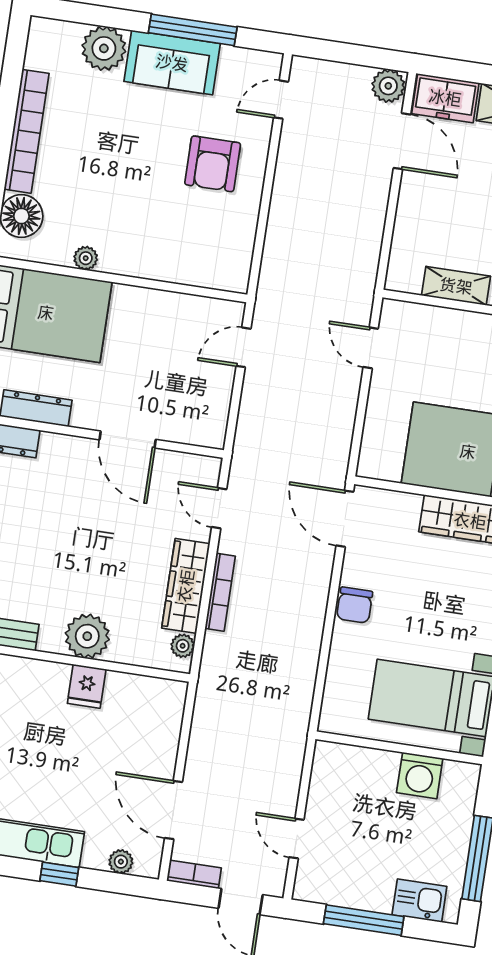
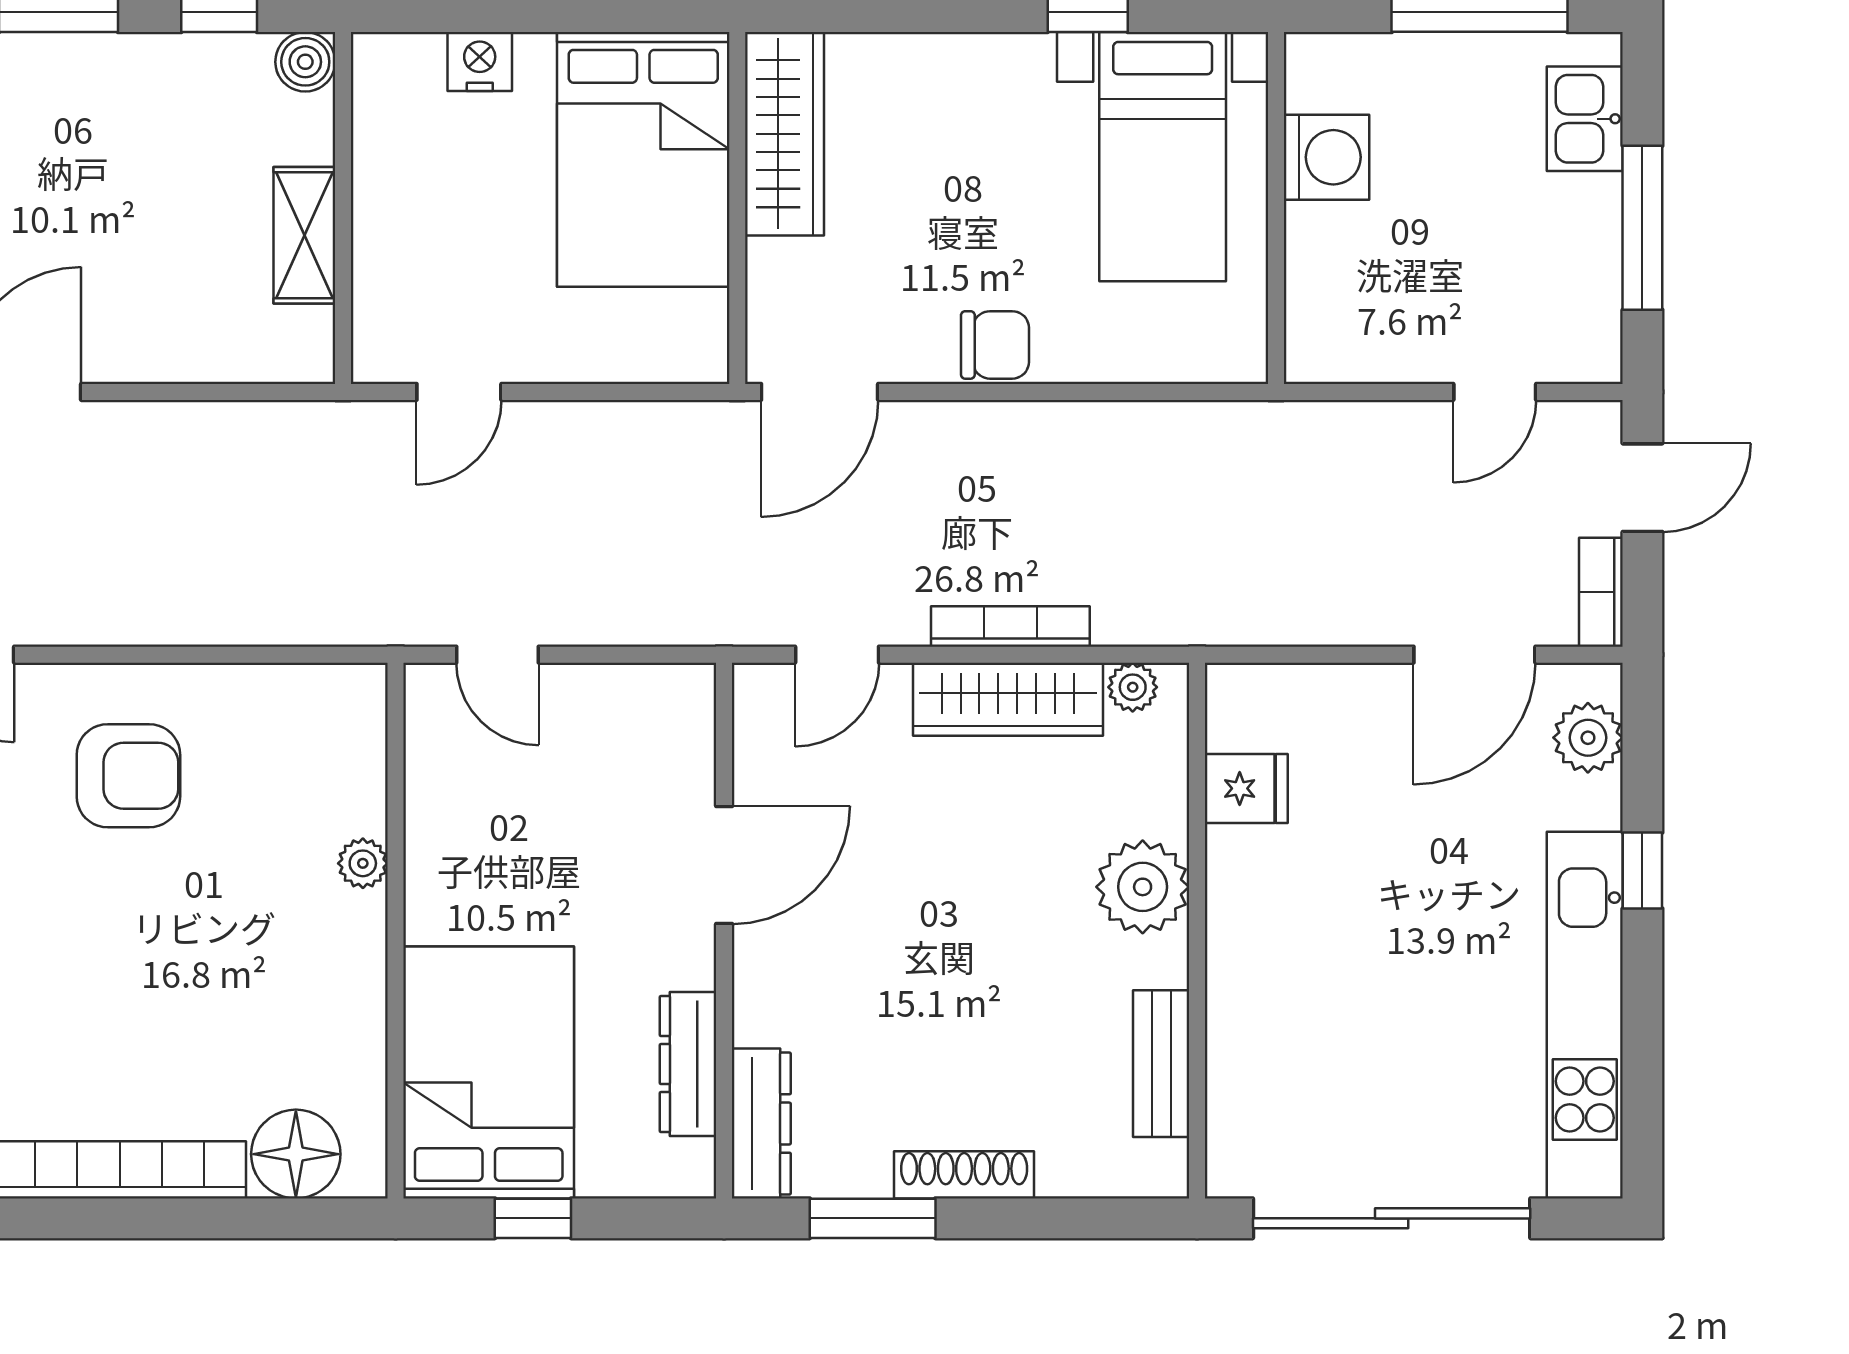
plant: (86, 258) -> (363, 863), moved
fridge: (87, 686) -> (1246, 788), moved
plant: (121, 862) -> (1588, 738), width x1.38, depth x1.38

